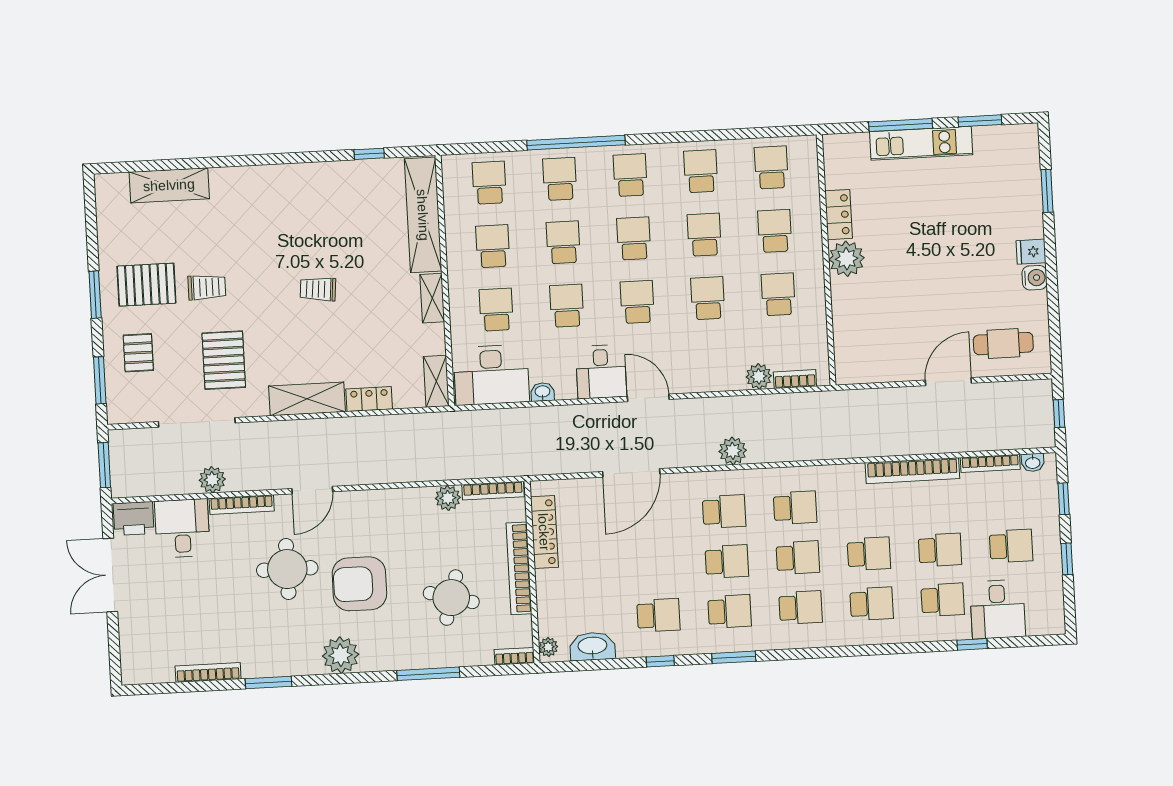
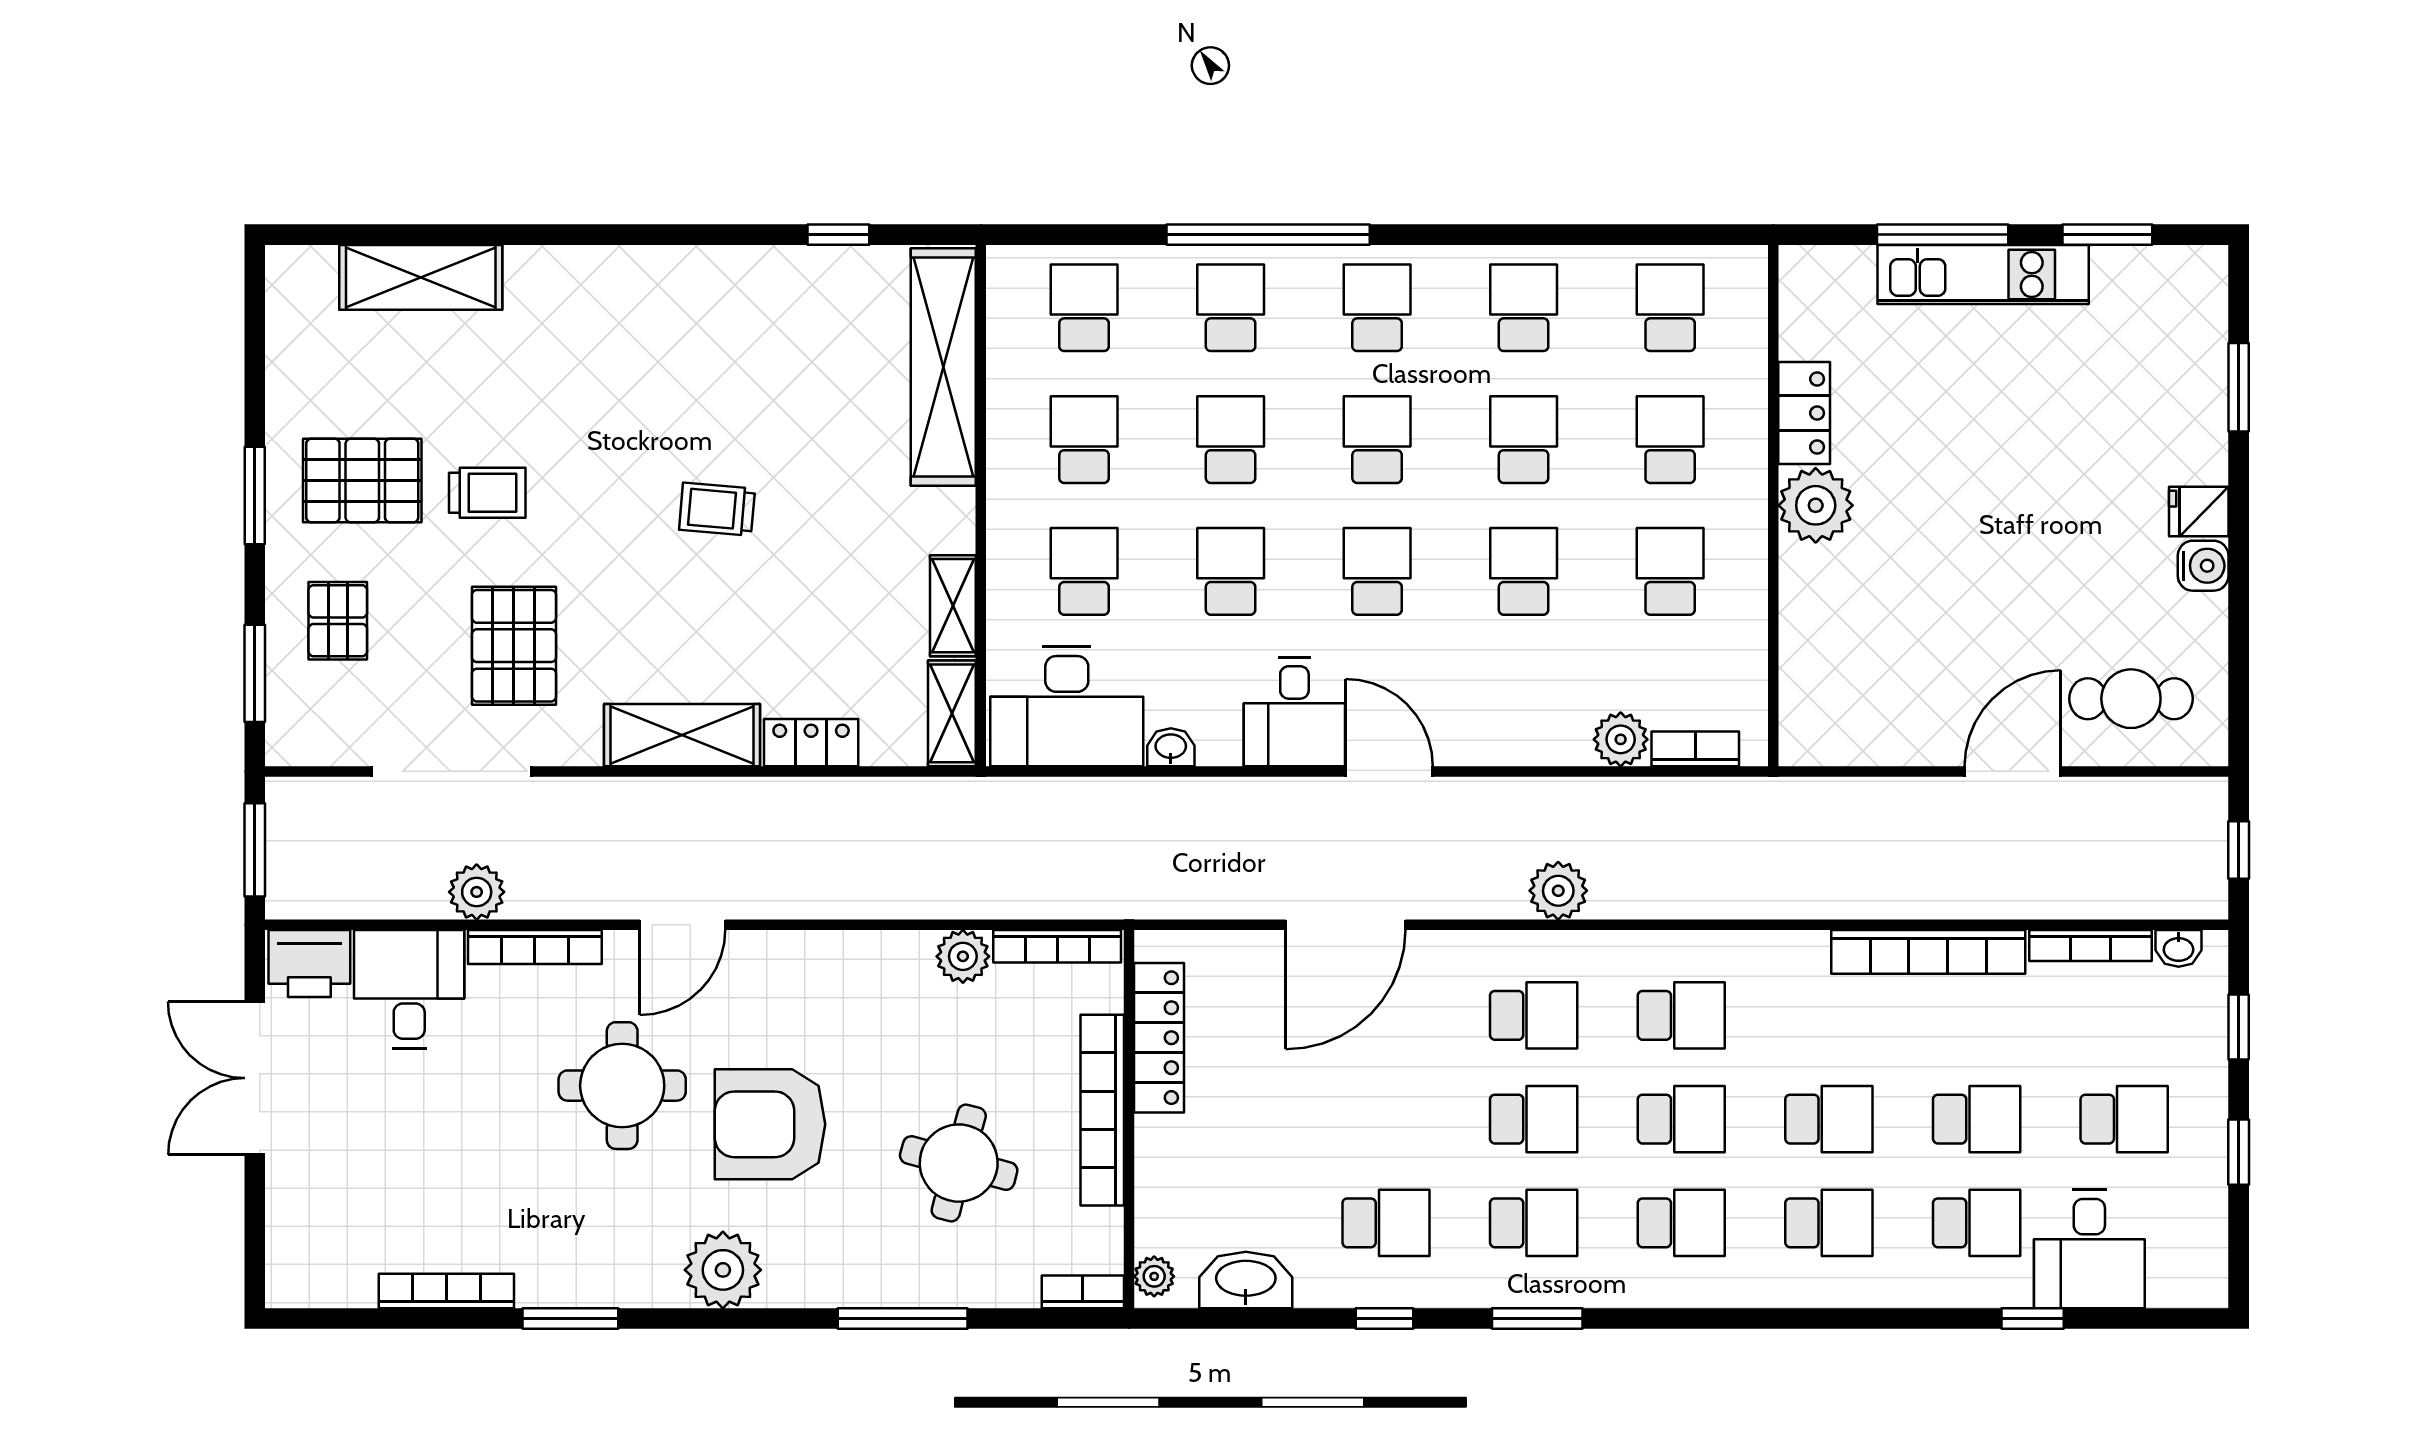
shelving: (432, 298) -> (953, 606), moved

